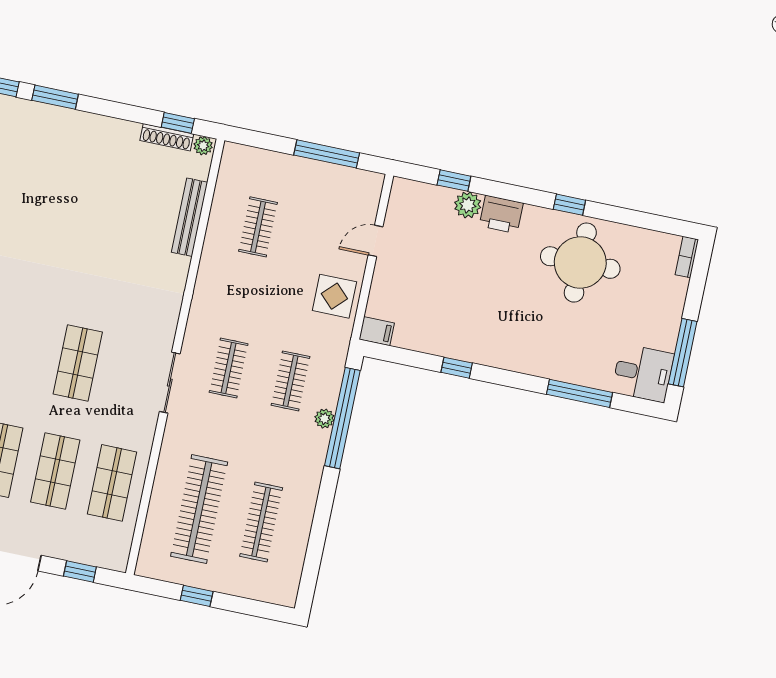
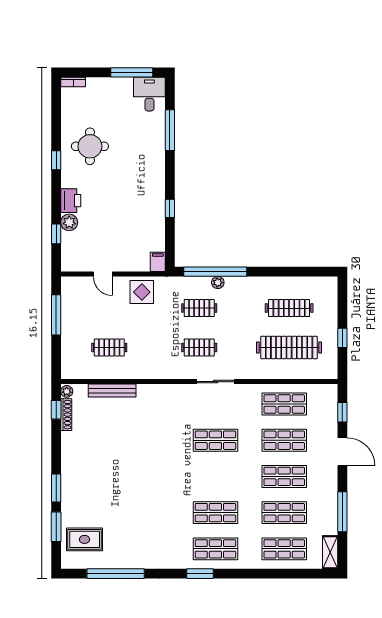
round table: (580, 263) -> (90, 146), width x0.73, depth x0.73

